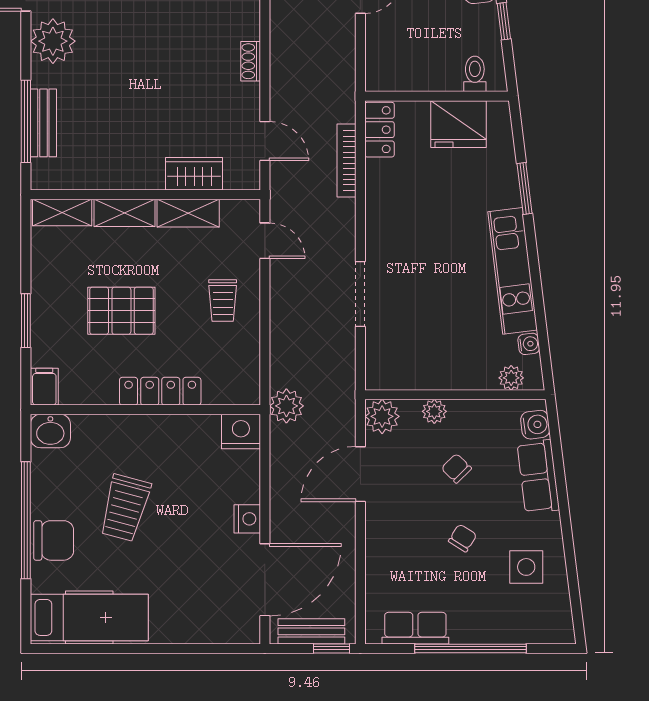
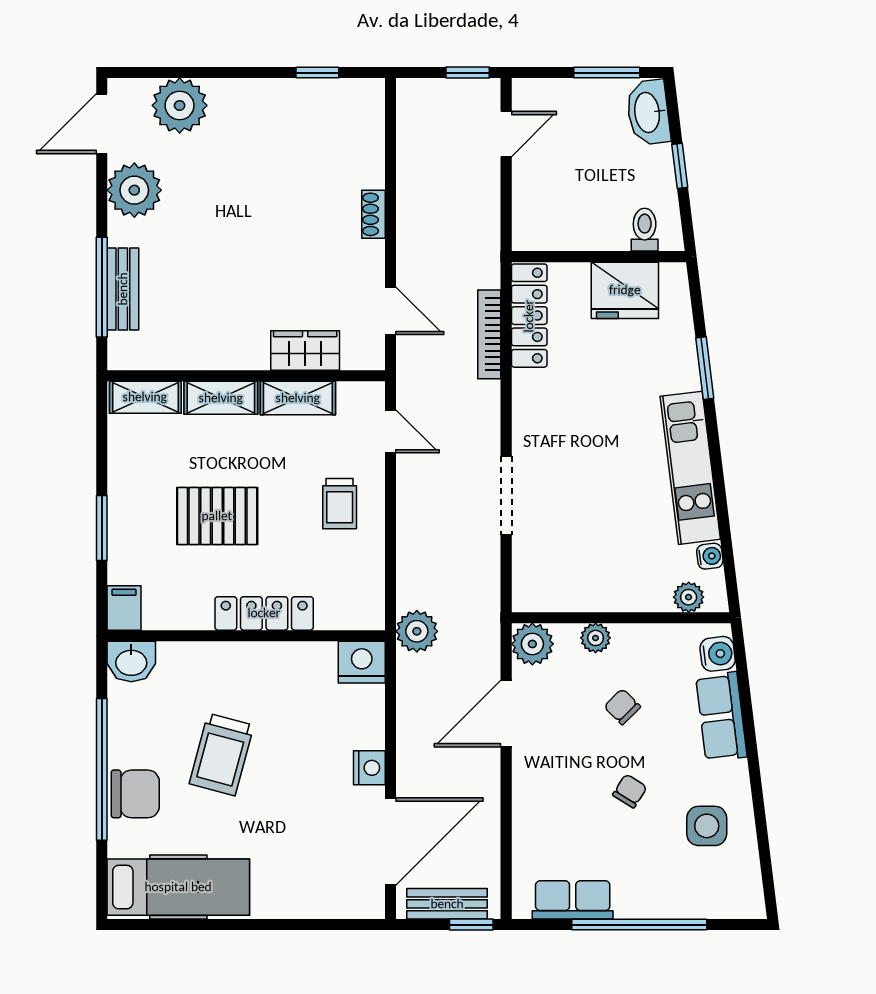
locker: (379, 130) -> (529, 316), width x1.53

